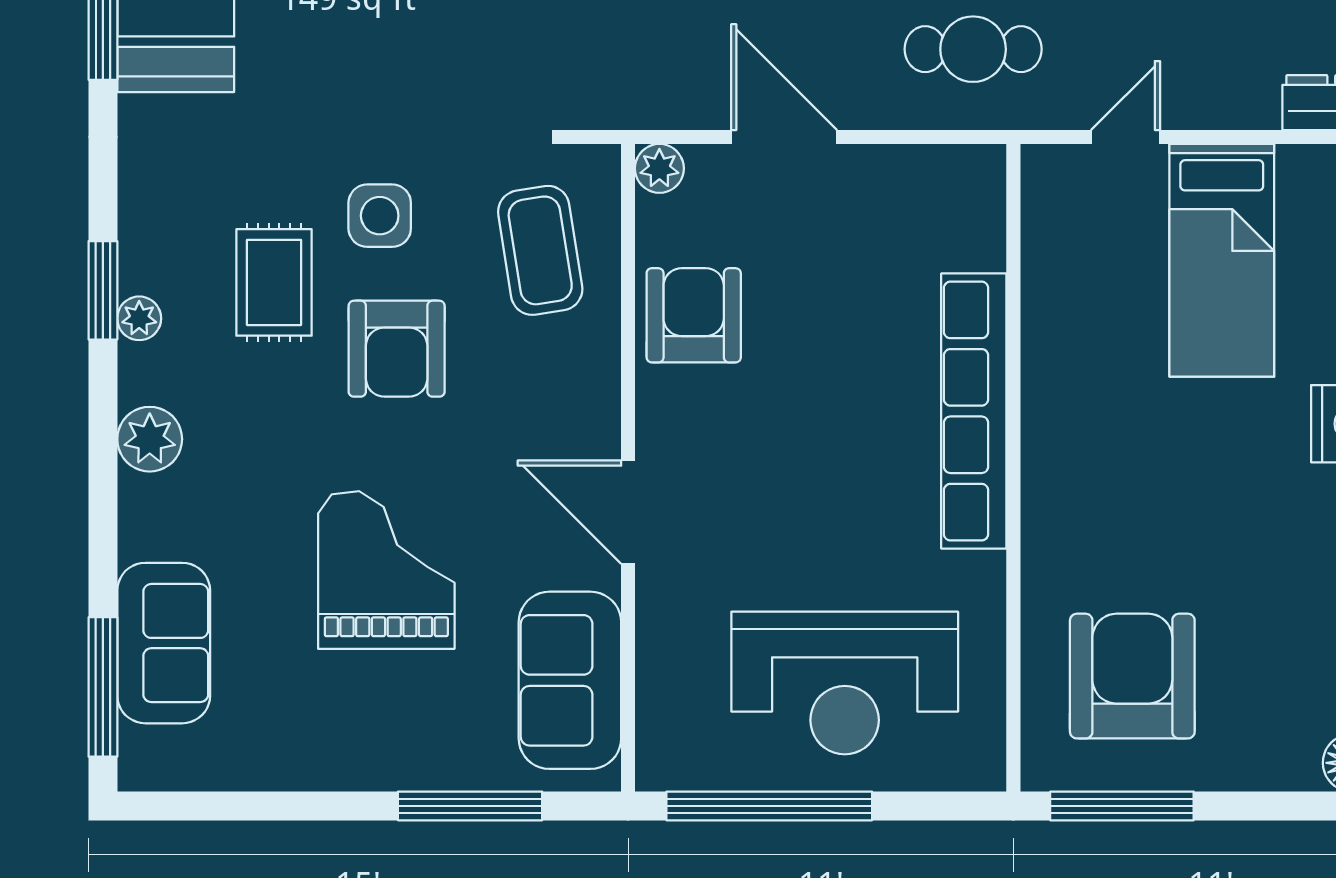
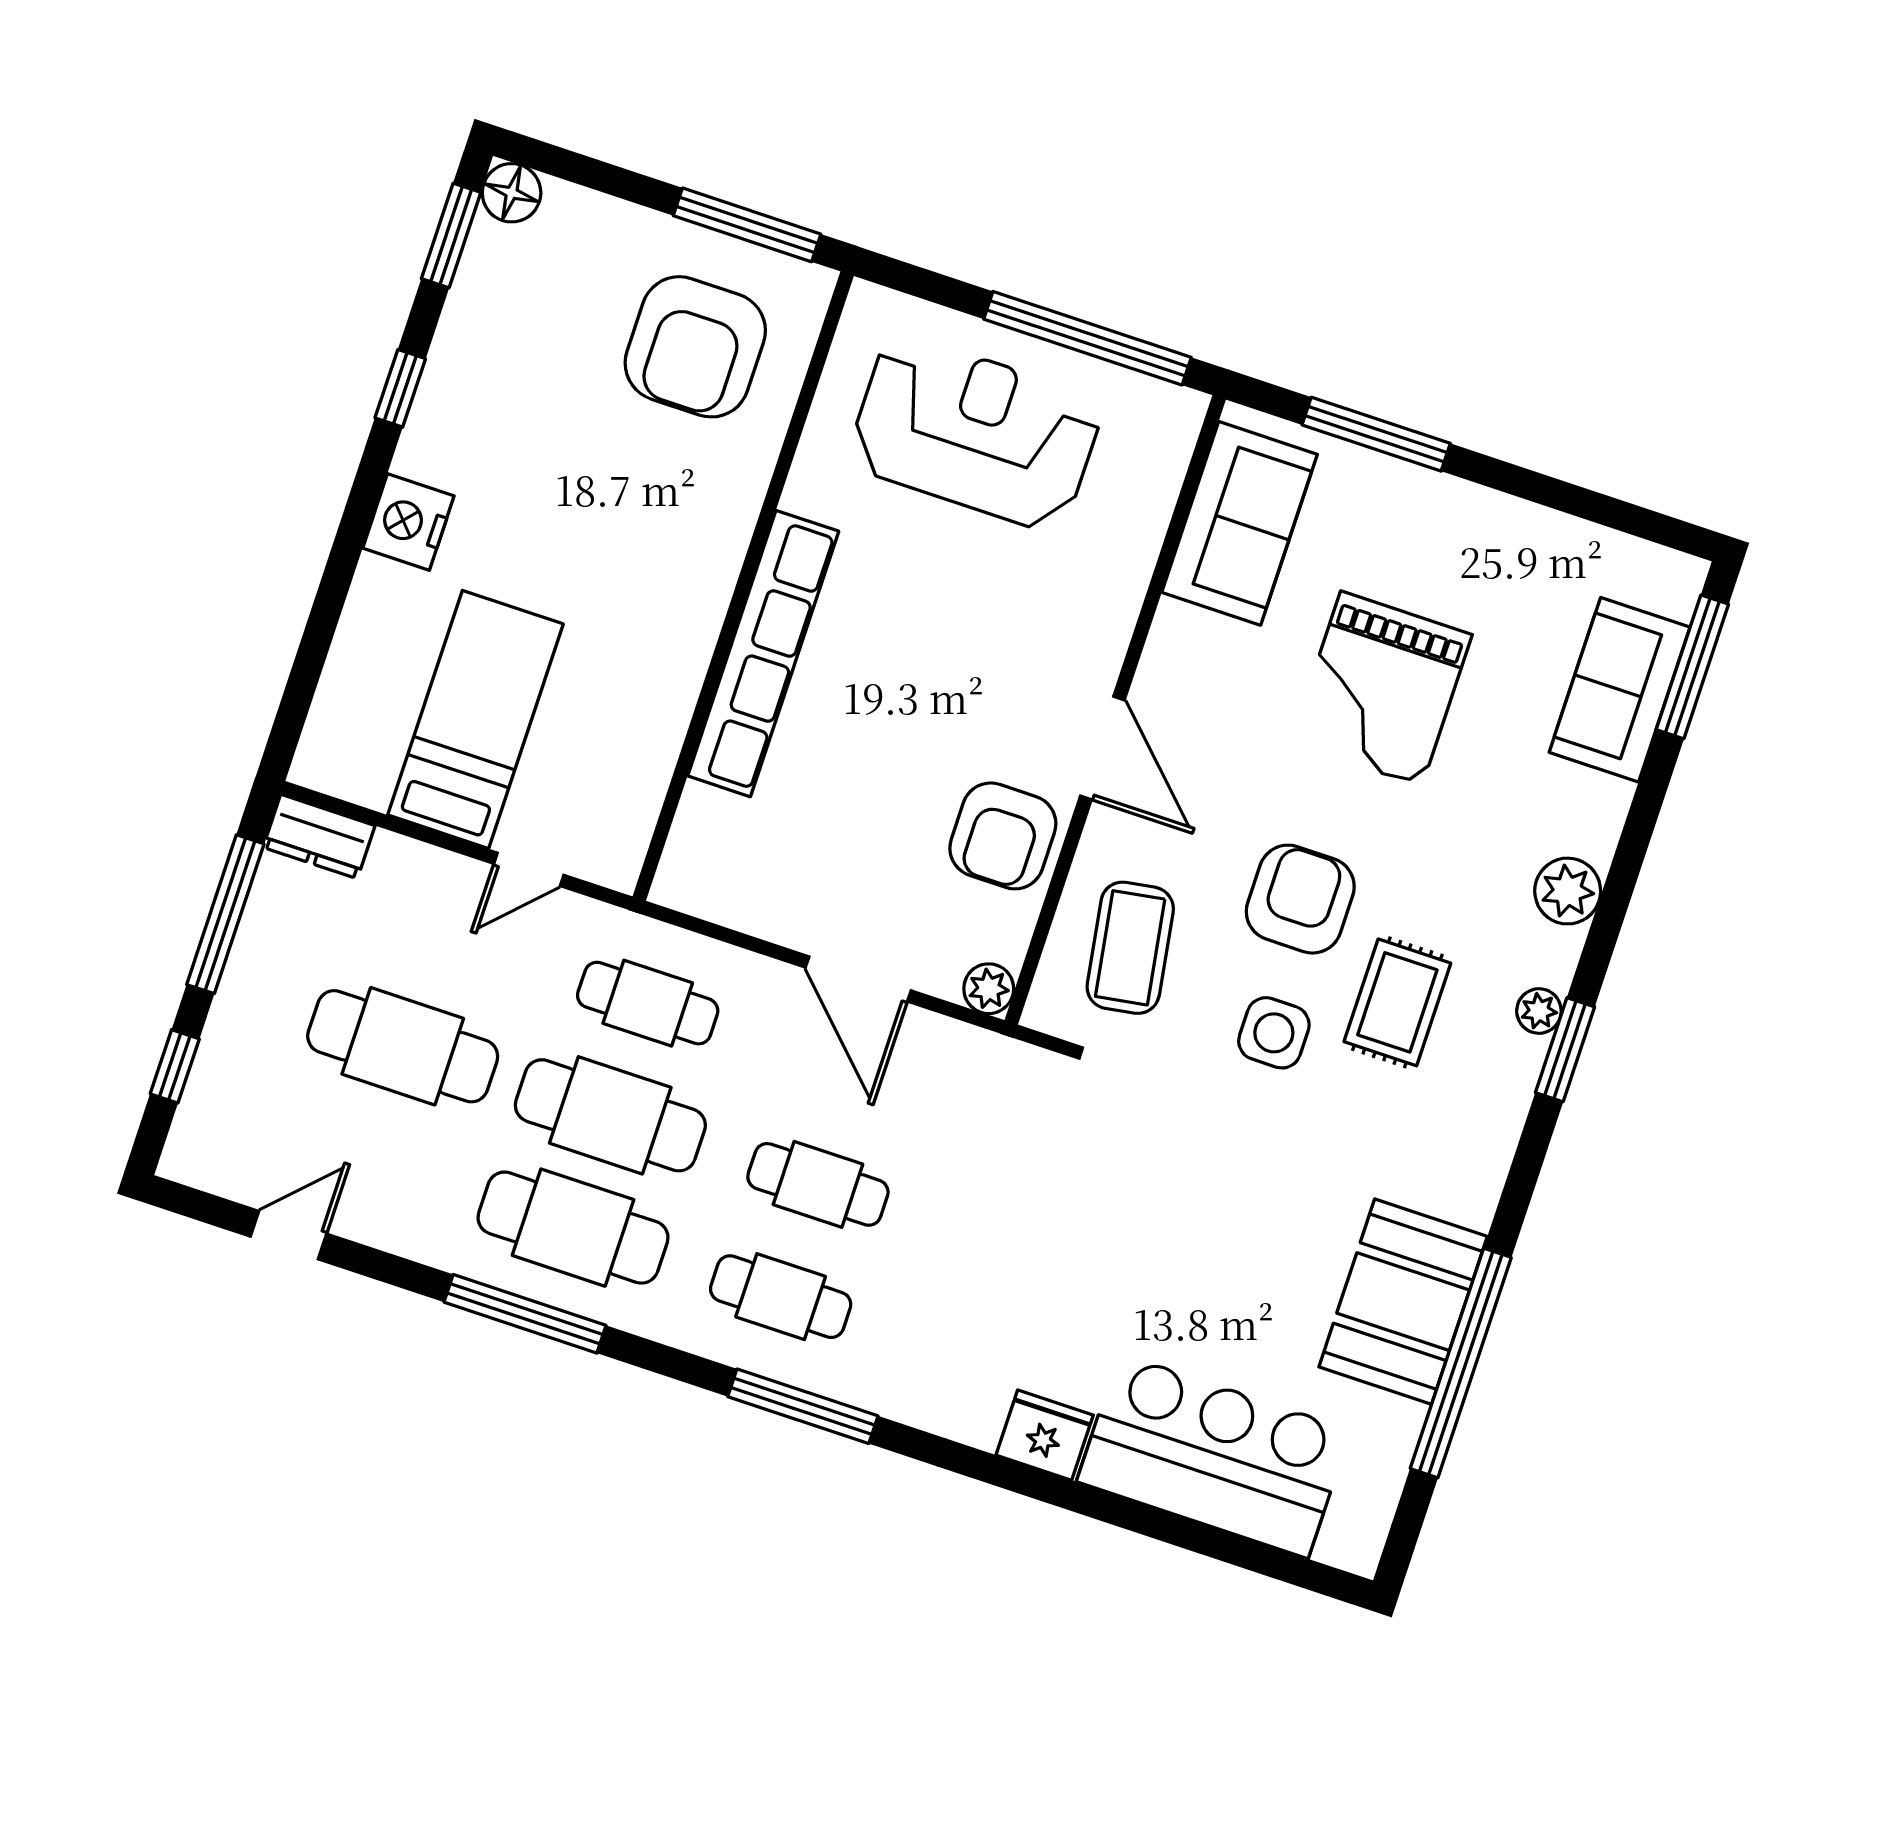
door: (628, 512) -> (1102, 748), moved

